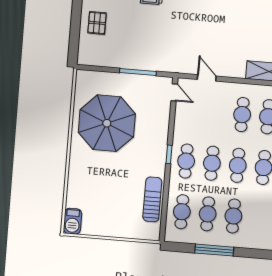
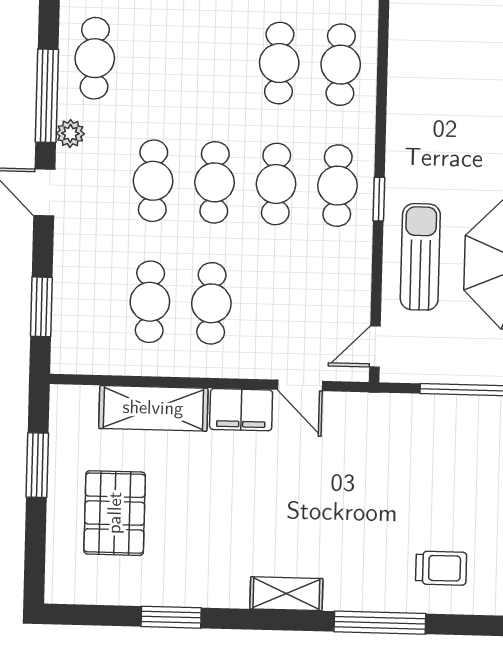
filing cabinet: (232, 69) -> (241, 410), added
door: (174, 92) -> (375, 347), hinge flipped
sun lounger: (152, 199) -> (420, 257), moved, turned 180
cafe table: (233, 216) -> (218, 61), removed

